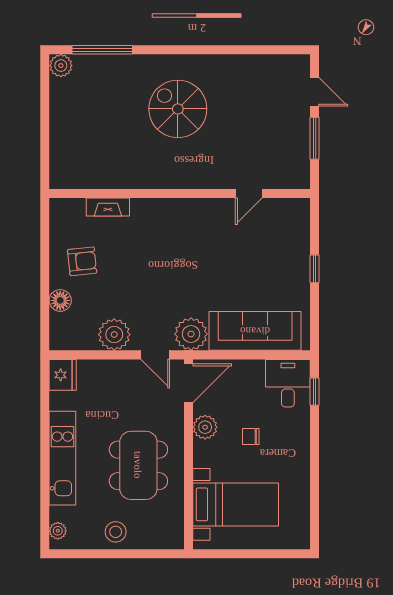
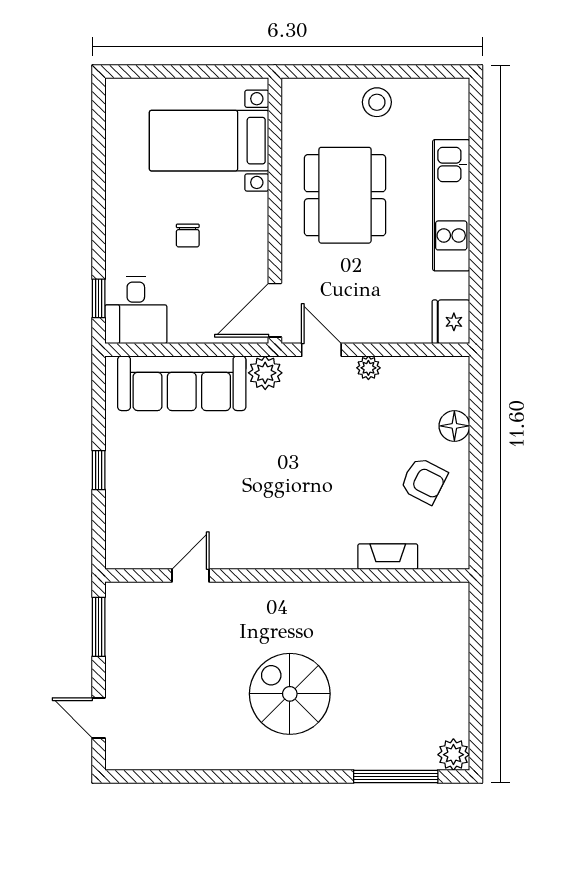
spiral stairs: (178, 109) -> (290, 694), turned 180
window: (314, 138) -> (99, 627), moved
armchair: (82, 261) -> (424, 481), turned -147
plant: (191, 334) -> (265, 373), width x0.73, depth x0.73
plant: (114, 335) -> (368, 368), width x0.53, depth x0.53
plant: (205, 427) -> (252, 249), removed
chair: (251, 437) -> (188, 235), turned 90
plant: (58, 531) -> (458, 104), removed

